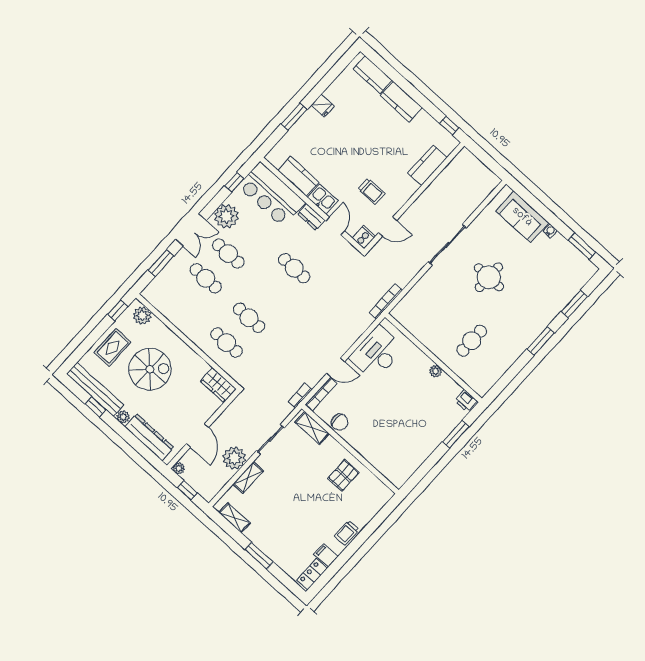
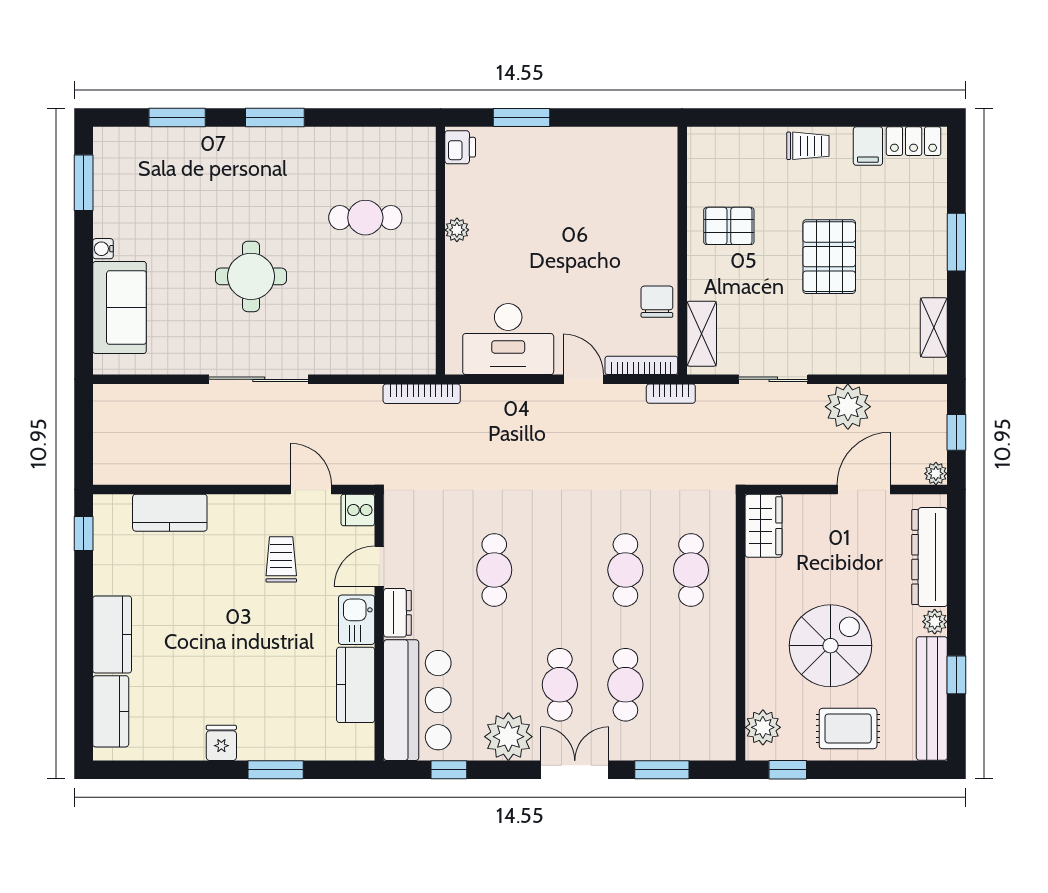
spiral stairs: (150, 369) -> (830, 646), turned 90
shelving: (248, 477) -> (858, 361), removed
pallet: (297, 503) -> (829, 257), added

